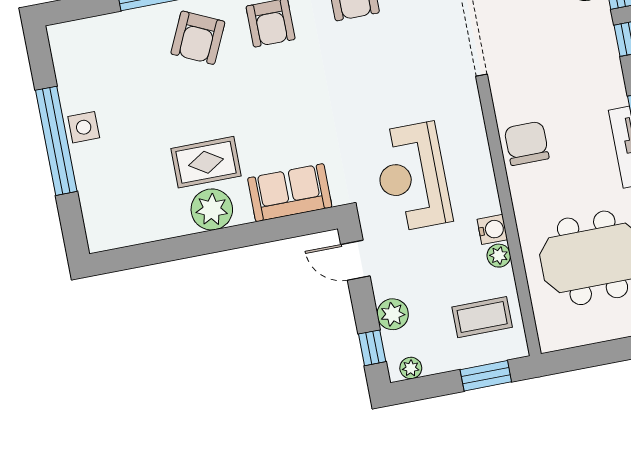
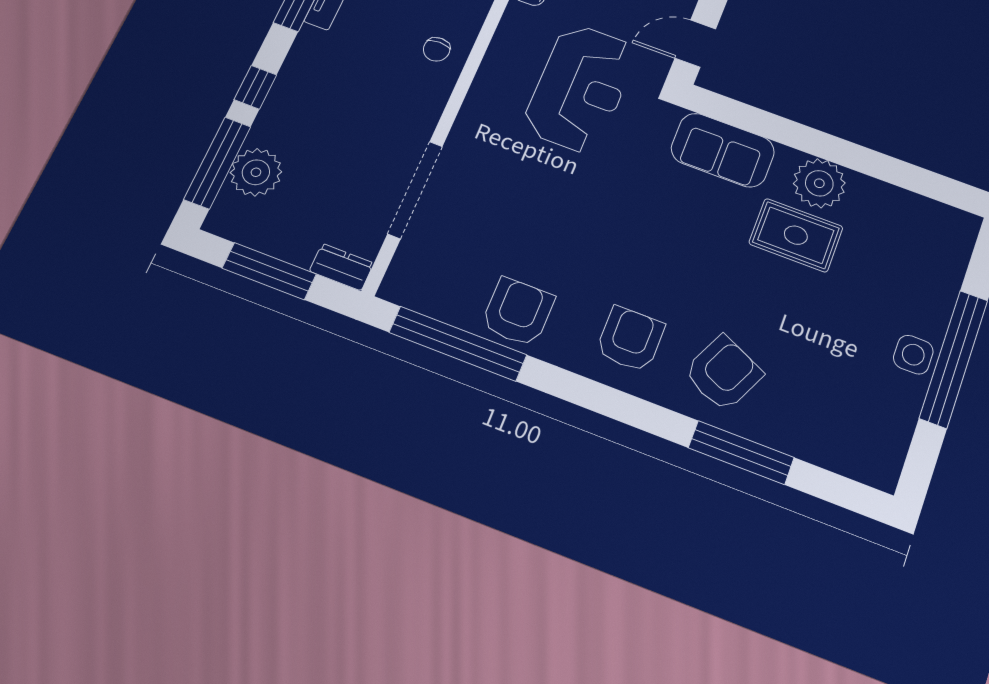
chair: (527, 143) -> (437, 49), width x0.54, depth x0.54
door: (355, 260) -> (695, 44), swing flipped

